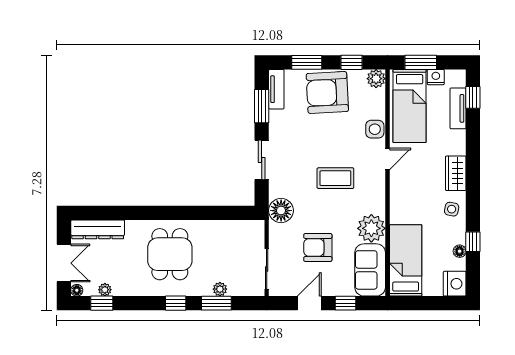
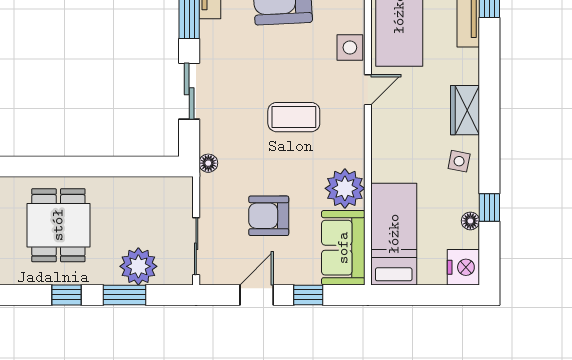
floor lamp: (281, 211) -> (208, 163), width x0.53, depth x0.53
plant: (220, 289) -> (138, 266), width x1.88, depth x1.88

